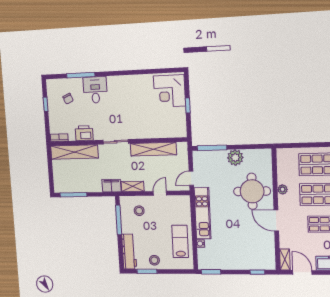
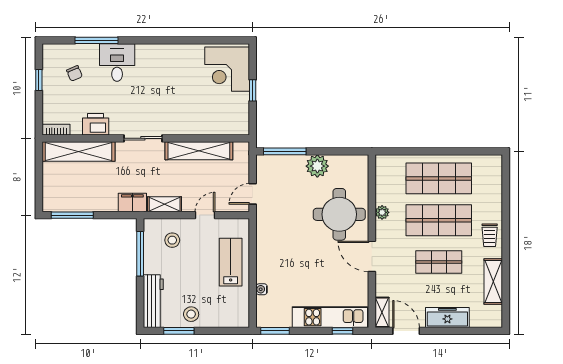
kitchen unit: (202, 213) -> (330, 317), moved, turned -90
lab bench: (180, 241) -> (231, 262), moved

